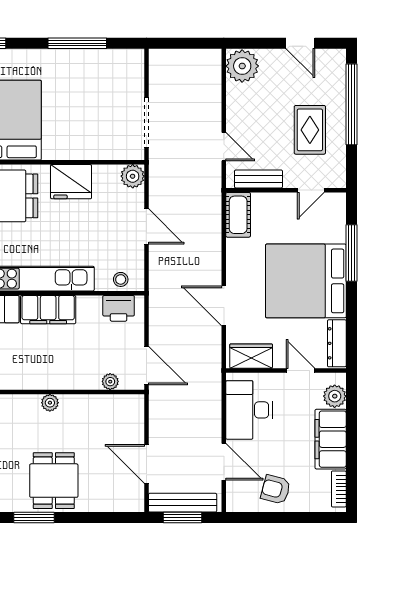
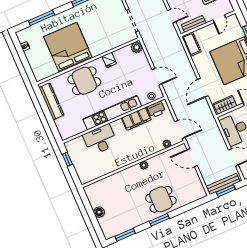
fridge: (71, 182) -> (109, 60), width x0.53, depth x0.75
door: (146, 226) -> (157, 77), moved
door: (224, 306) -> (203, 88), hinge flipped
filing cabinet: (48, 310) -> (136, 119), moved
door: (146, 464) -> (192, 158), moved
dining table: (54, 481) -> (161, 199), turned 90

